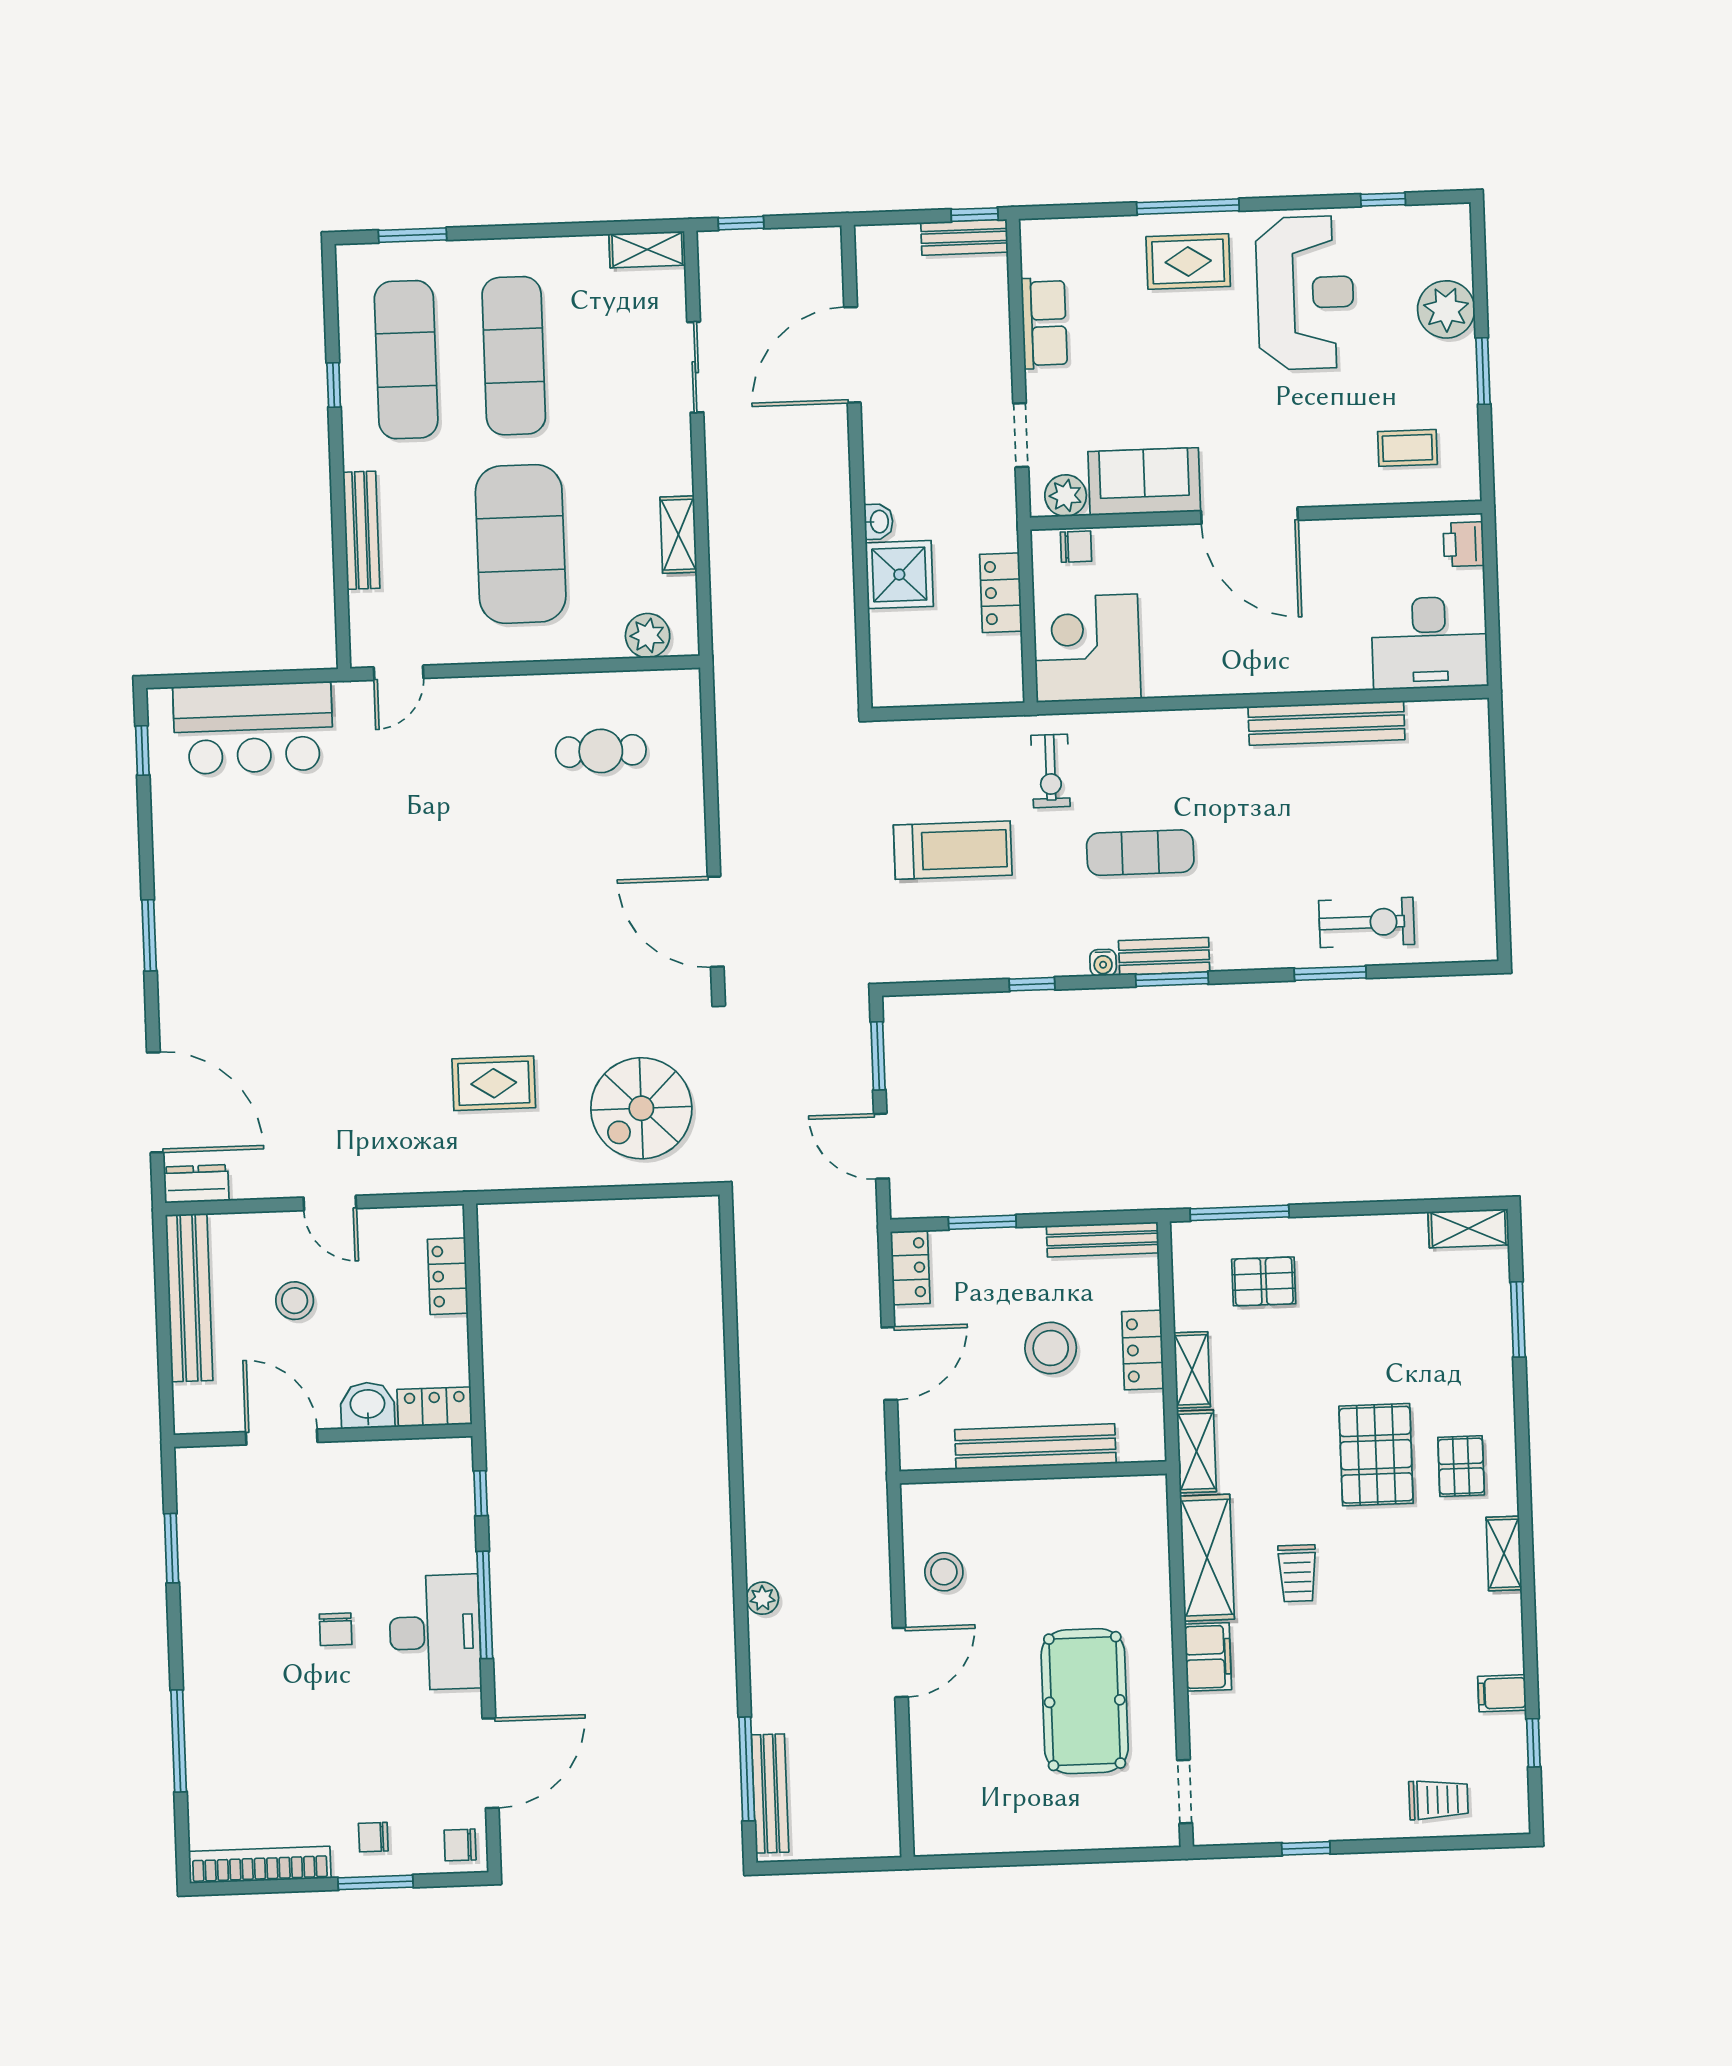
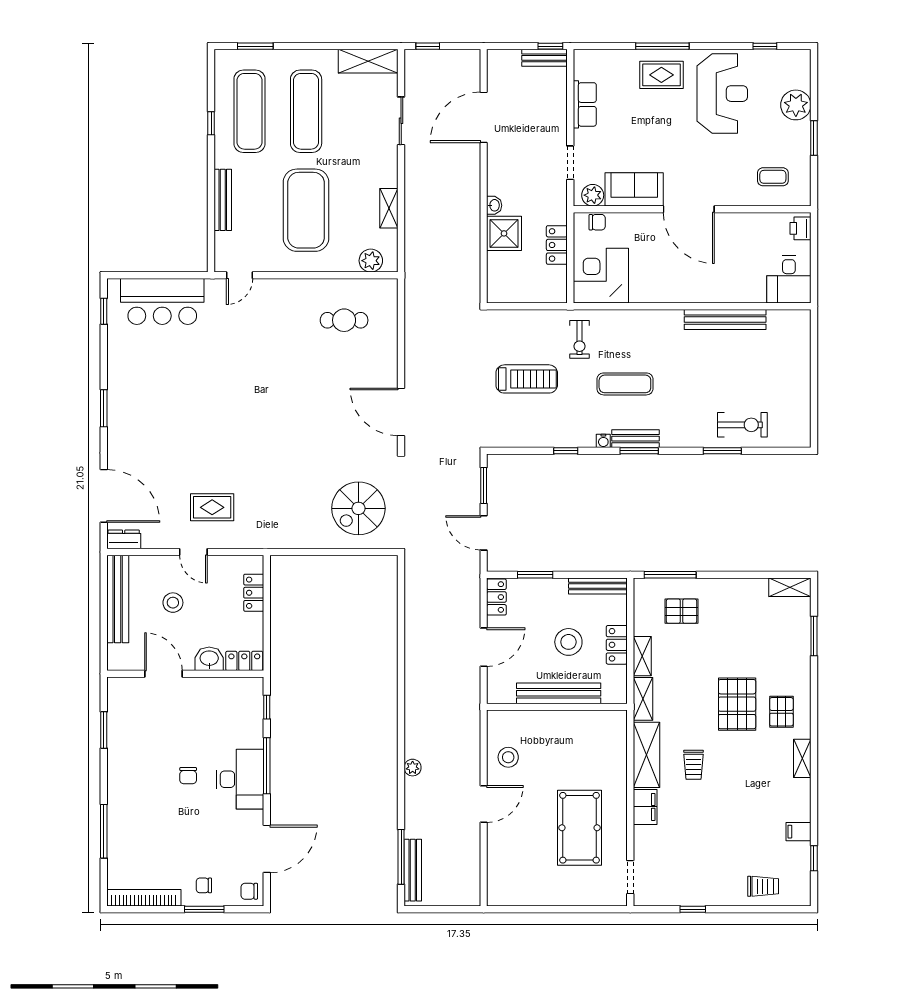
shelving: (647, 249) -> (368, 61), width x1.50, depth x1.33
desk: (1430, 643) -> (789, 279), width x0.73
rug: (494, 1083) -> (212, 507), moved

